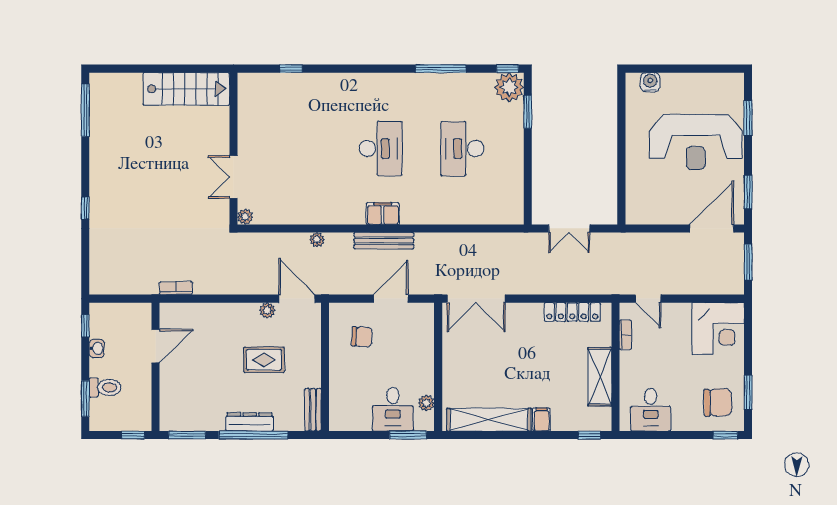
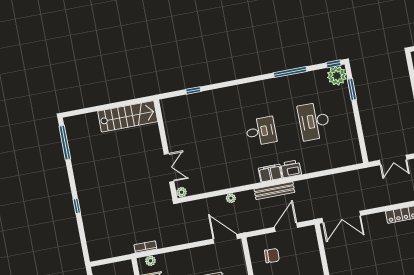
desk: (381, 149) -> (261, 131), width x0.73
double door: (233, 177) -> (169, 168), swing flipped
printer: (415, 213) -> (291, 169), added
plant: (267, 310) -> (150, 261), moved

